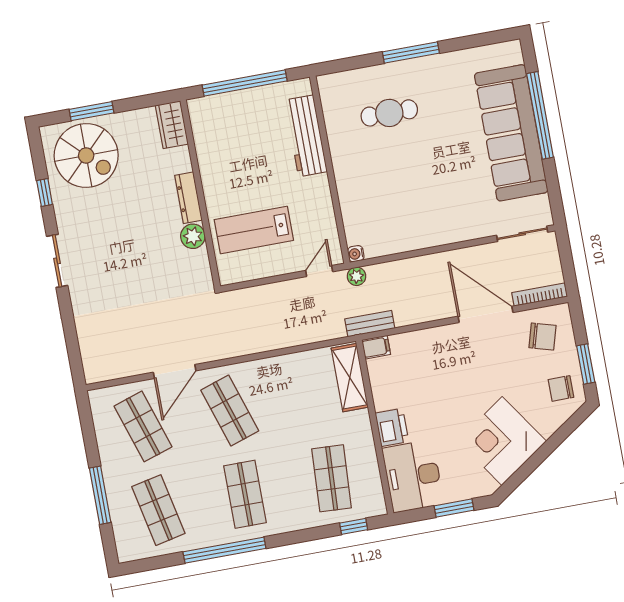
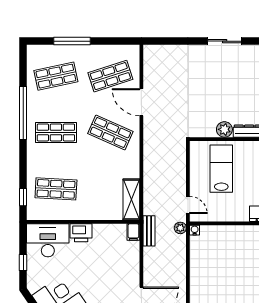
shelving: (350, 378) -> (131, 199), moved, turned 90
shop shelf: (230, 411) -> (110, 132), turned 42
window: (454, 508) -> (23, 263), width x0.67

